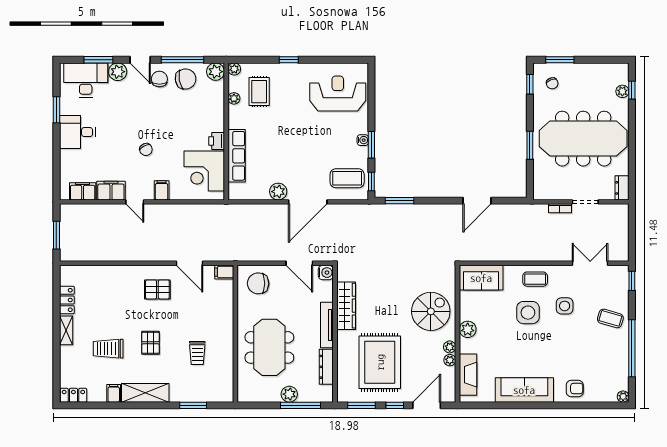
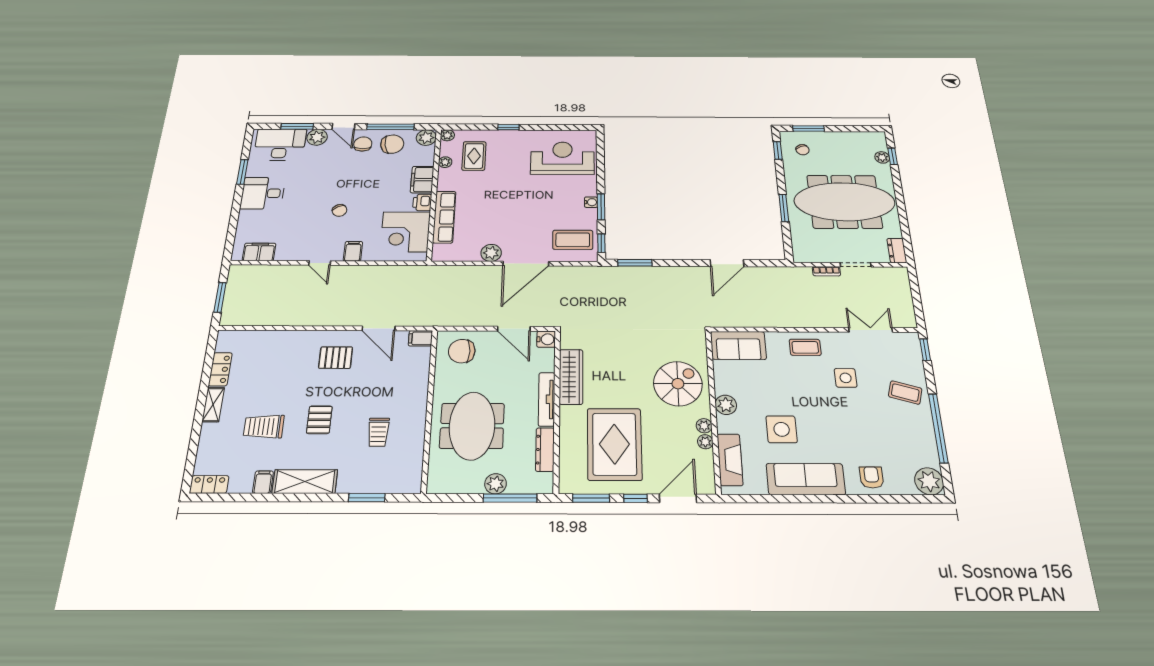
filing cabinet: (111, 191) -> (422, 180), moved, turned -90
side table: (528, 313) -> (782, 429), moved
armchair: (575, 388) -> (872, 477), turned -90
plant: (623, 397) -> (929, 481), width x1.88, depth x1.88

